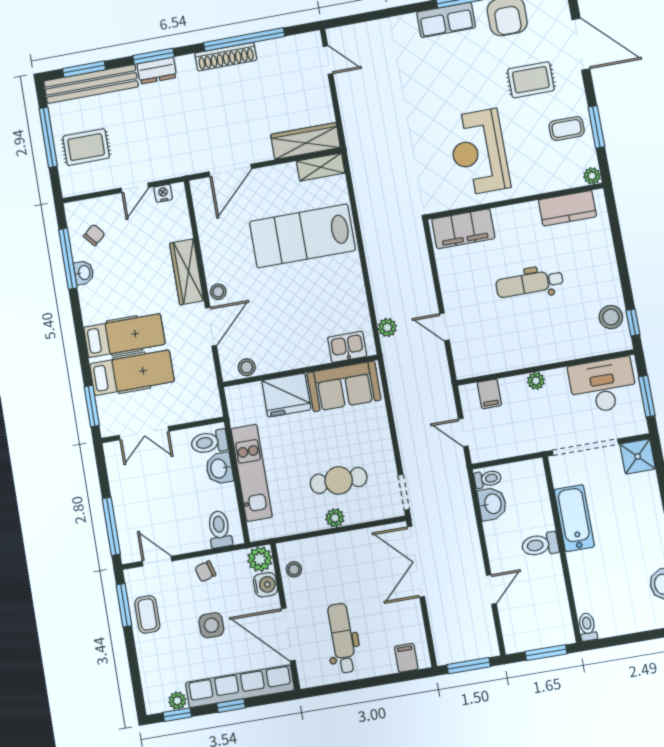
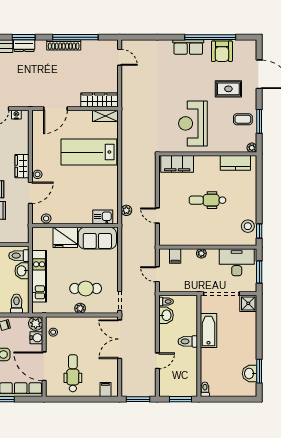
wardrobe: (187, 272) -> (22, 166), width x0.67

